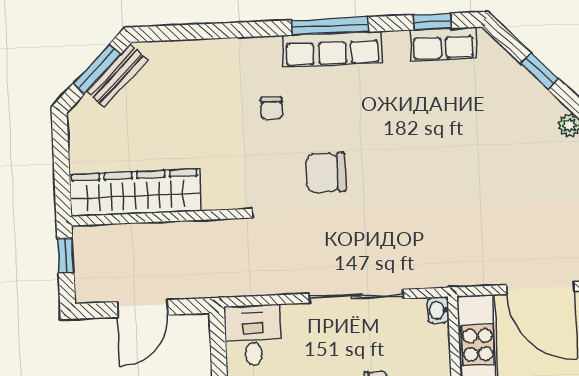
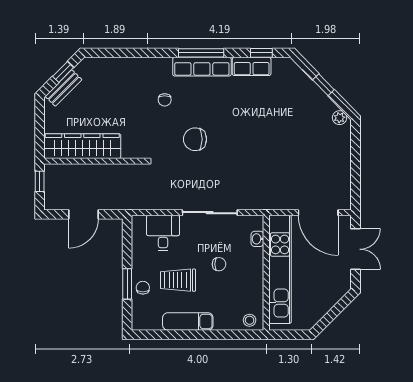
row of seats: (443, 44) -> (252, 66), moved
window: (97, 69) -> (63, 72), width x0.67
bench: (117, 76) -> (63, 88), moved
washbasin: (438, 310) -> (257, 239), moved
desk: (253, 335) -> (163, 233), moved

